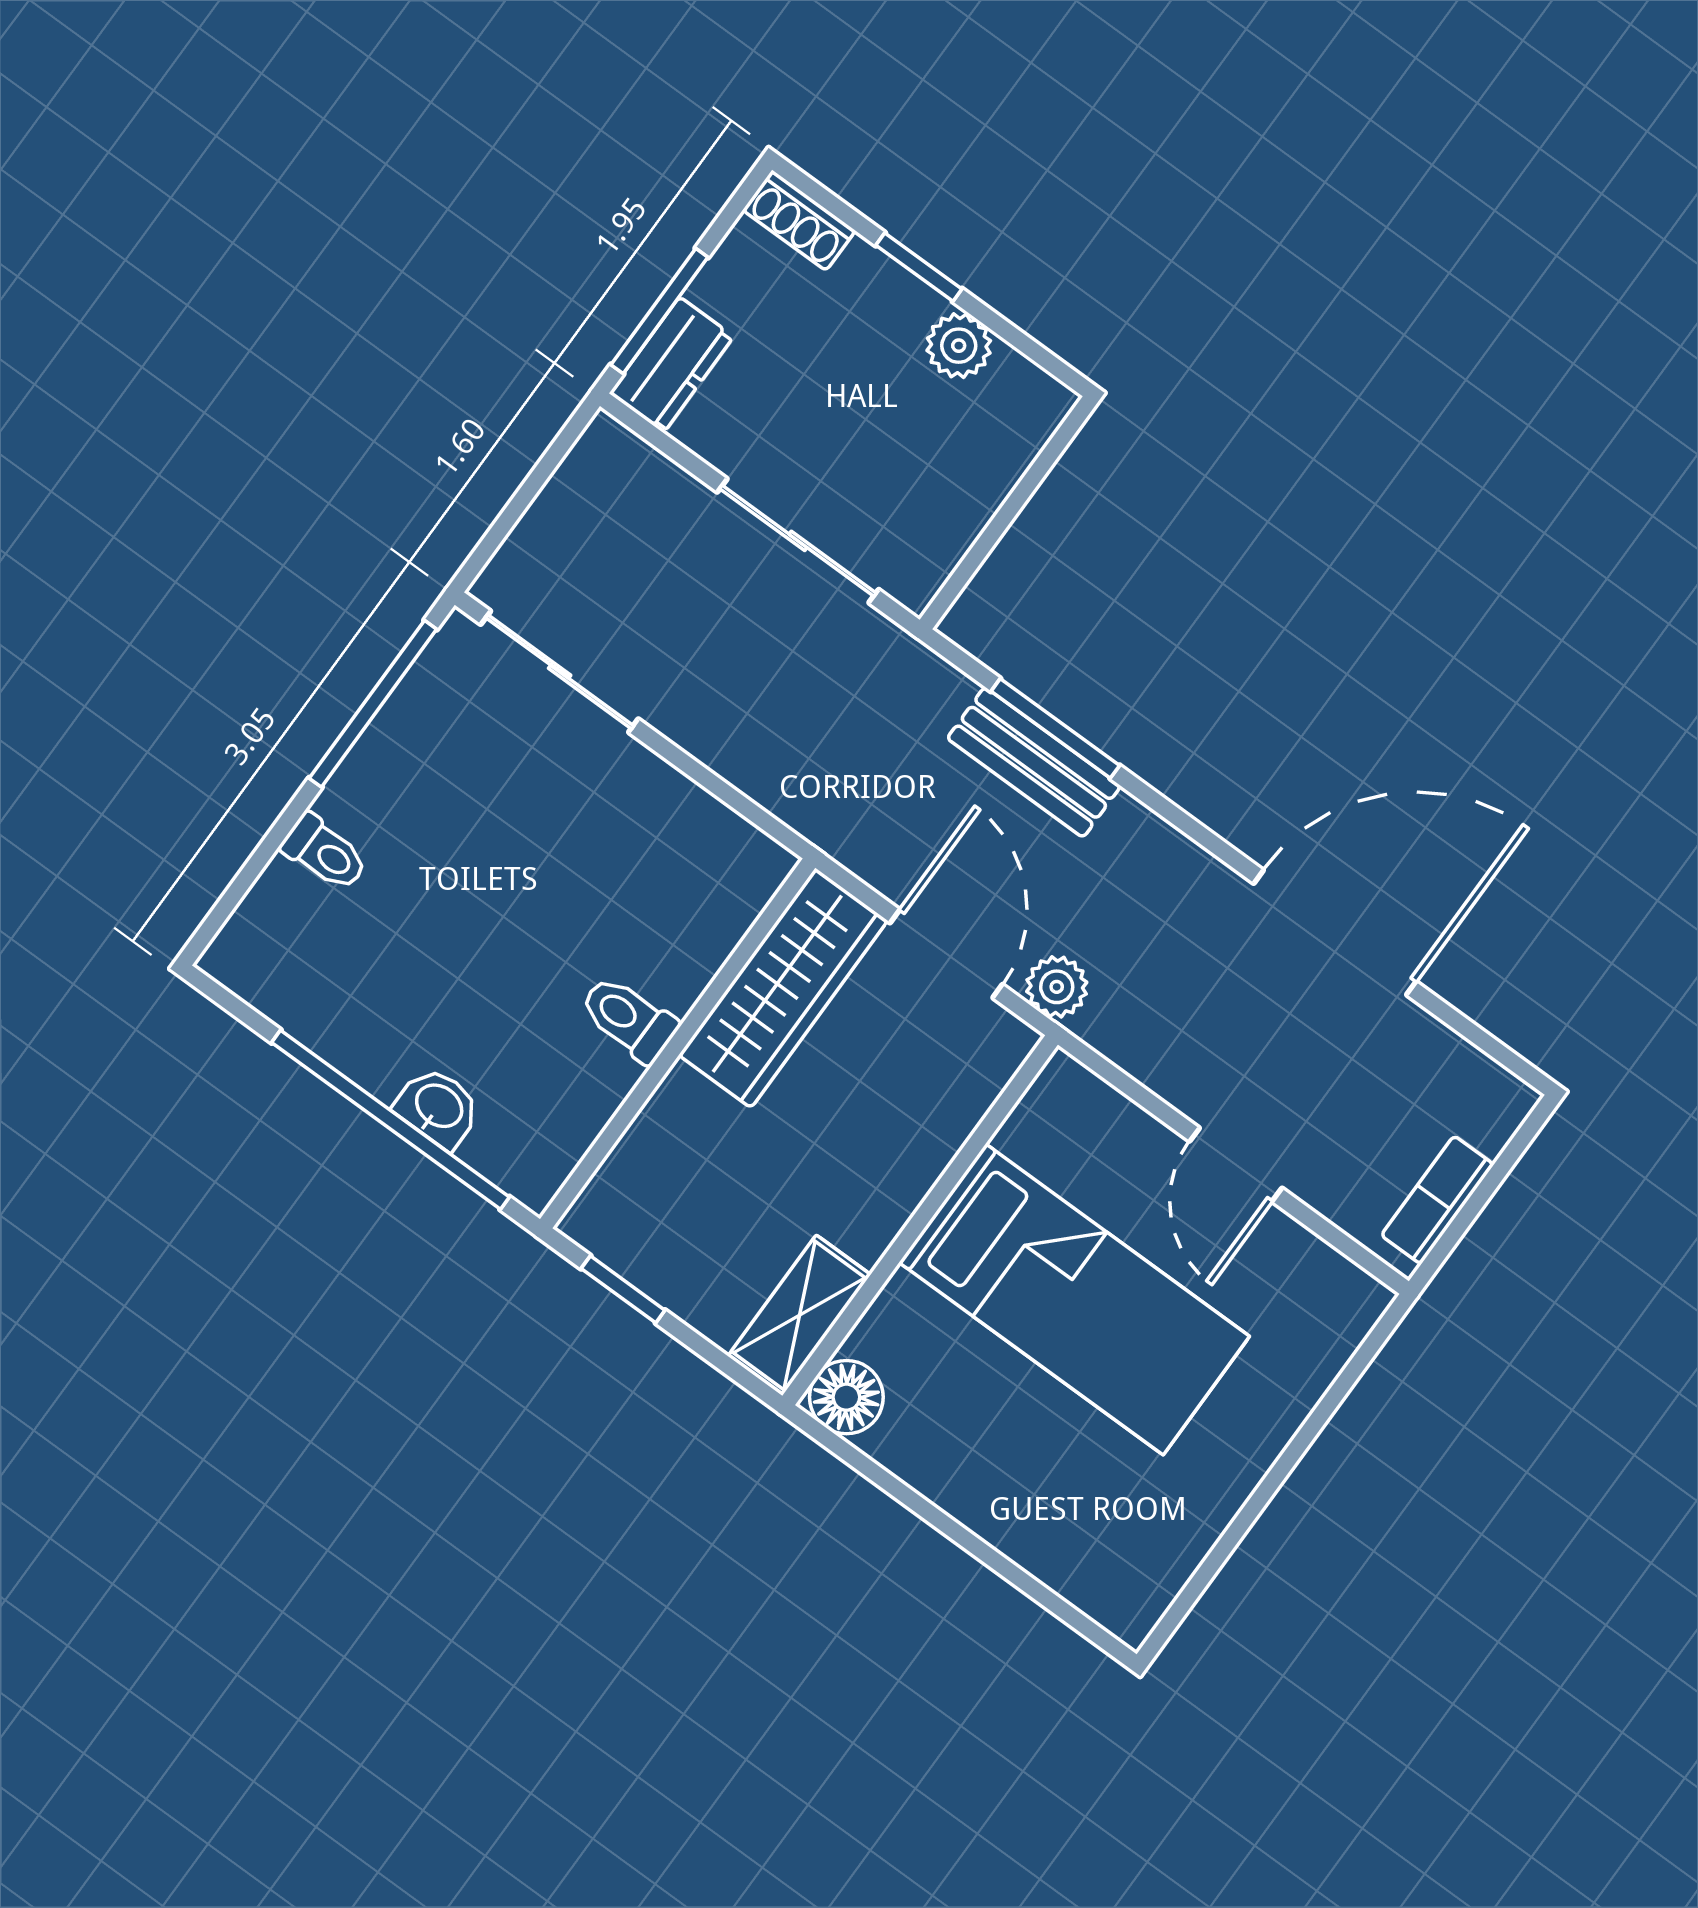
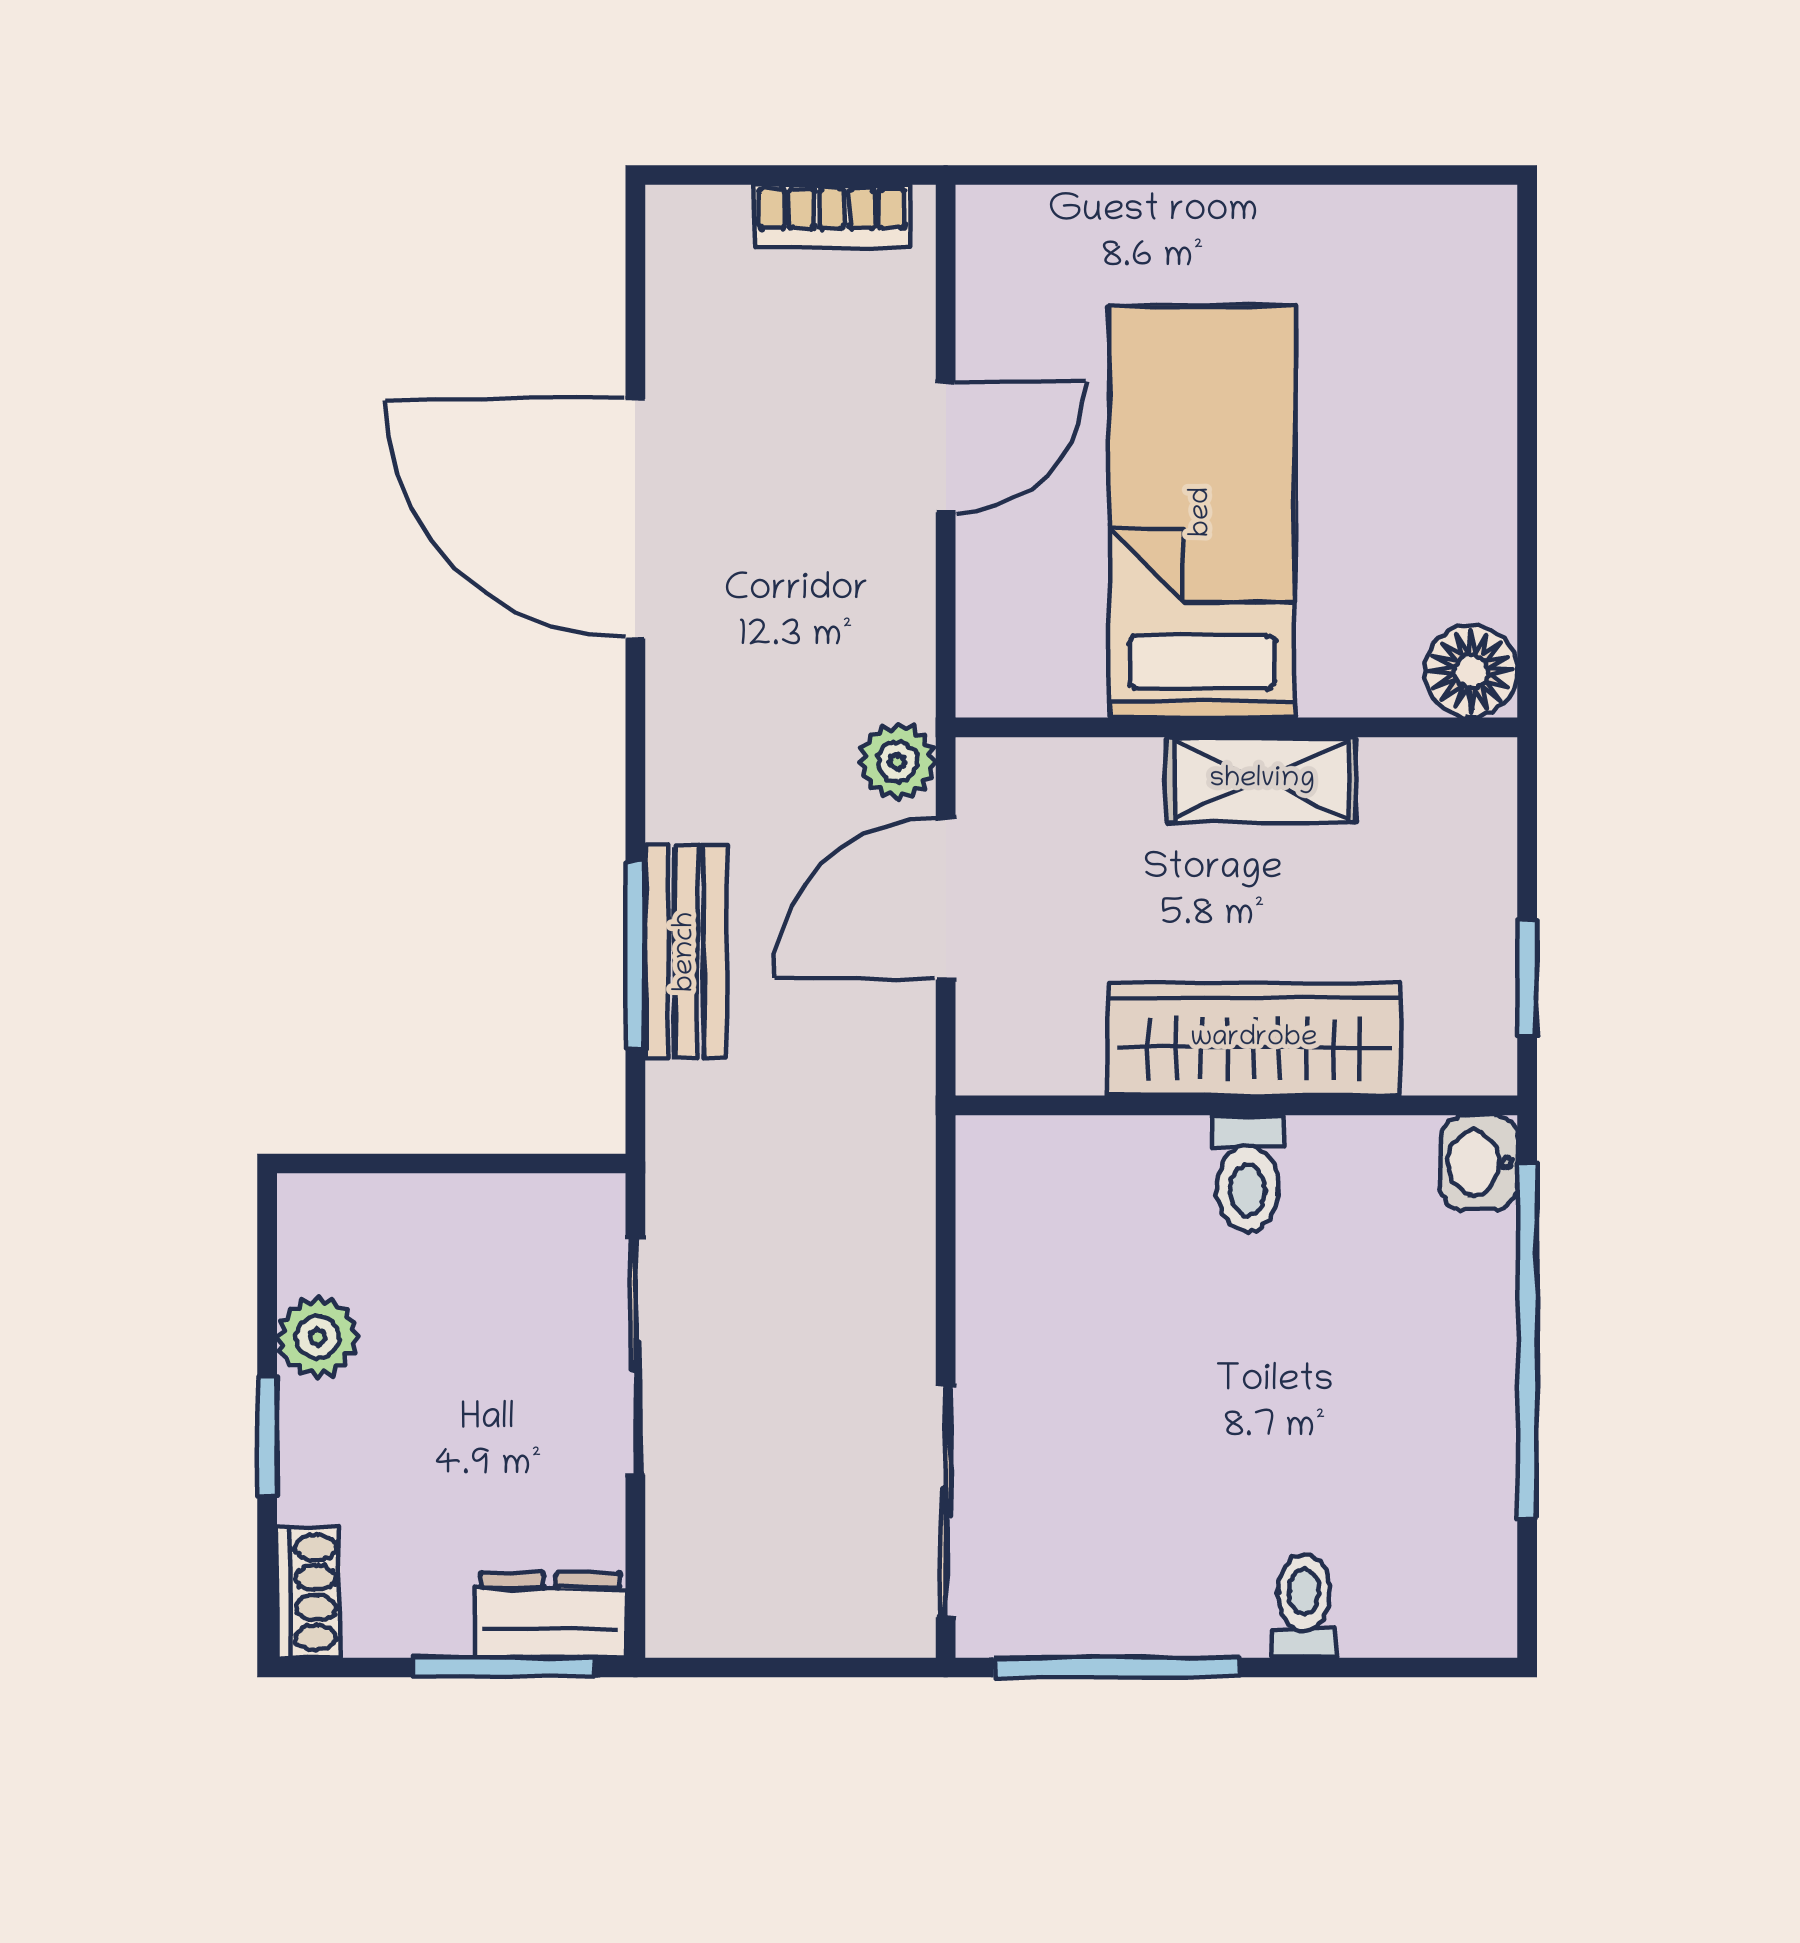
wardrobe: (783, 988) -> (1254, 1039), moved
washbasin: (438, 1107) -> (1479, 1163), moved
shelving: (799, 1315) -> (1262, 780), moved

